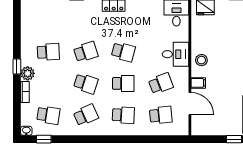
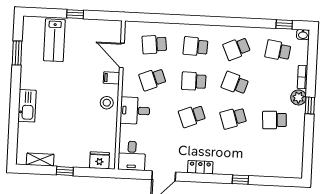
school desk: (123, 52) -> (192, 116), turned -36

